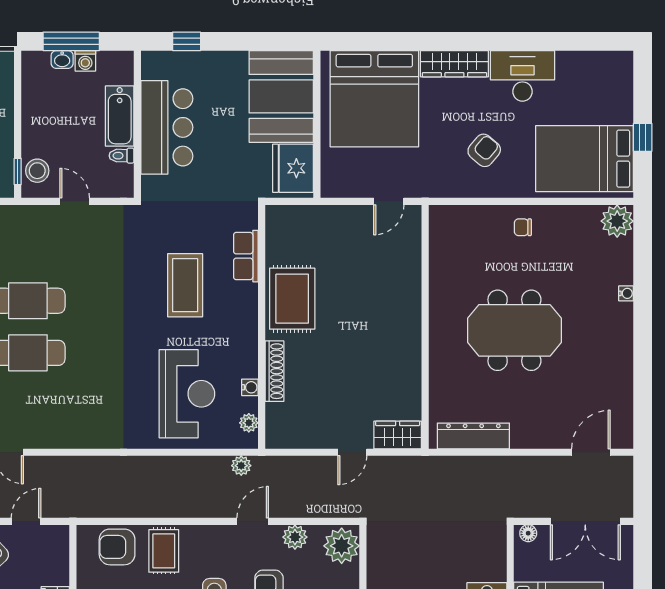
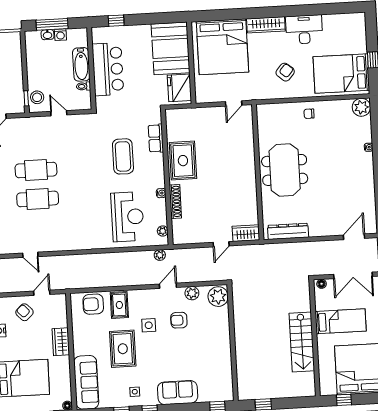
meeting table: (514, 330) -> (285, 170), moved, turned 90
water cooler: (250, 387) -> (161, 193), moved

